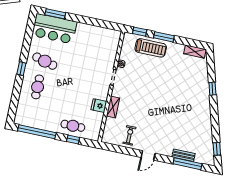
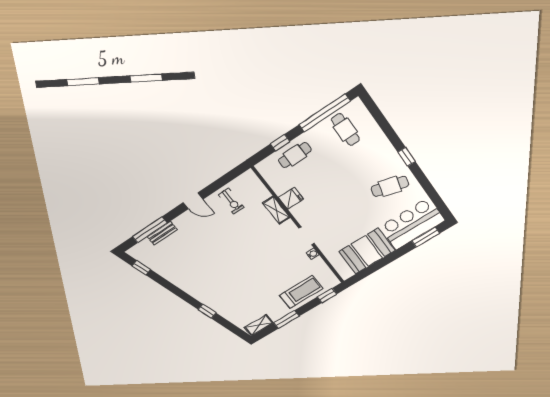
booth: (92, 37) -> (367, 251), added
window: (164, 37) -> (286, 319), moved
treadmill: (151, 48) -> (301, 292), turned 180
cafe table: (38, 87) -> (345, 130), moved
door: (148, 155) -> (193, 201), swing flipped

